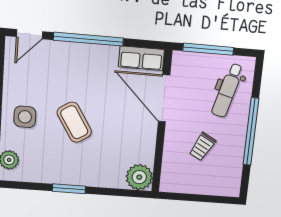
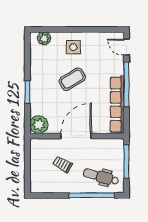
row of seats: (141, 58) -> (117, 105), width x2.02
door: (164, 98) -> (76, 136), moved
window: (251, 132) -> (92, 195), moved
window: (69, 189) -> (27, 92), moved

